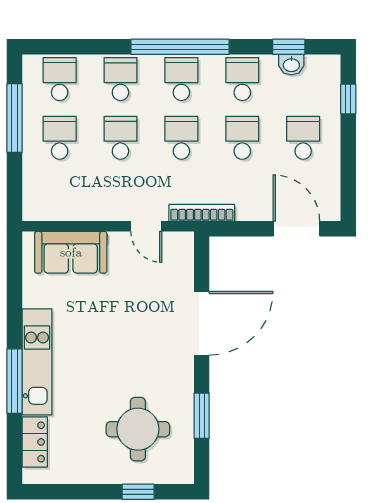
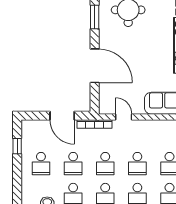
window: (348, 99) -> (17, 146), moved
door: (296, 229) -> (62, 116), moved
door: (202, 323) -> (95, 66), swing flipped

